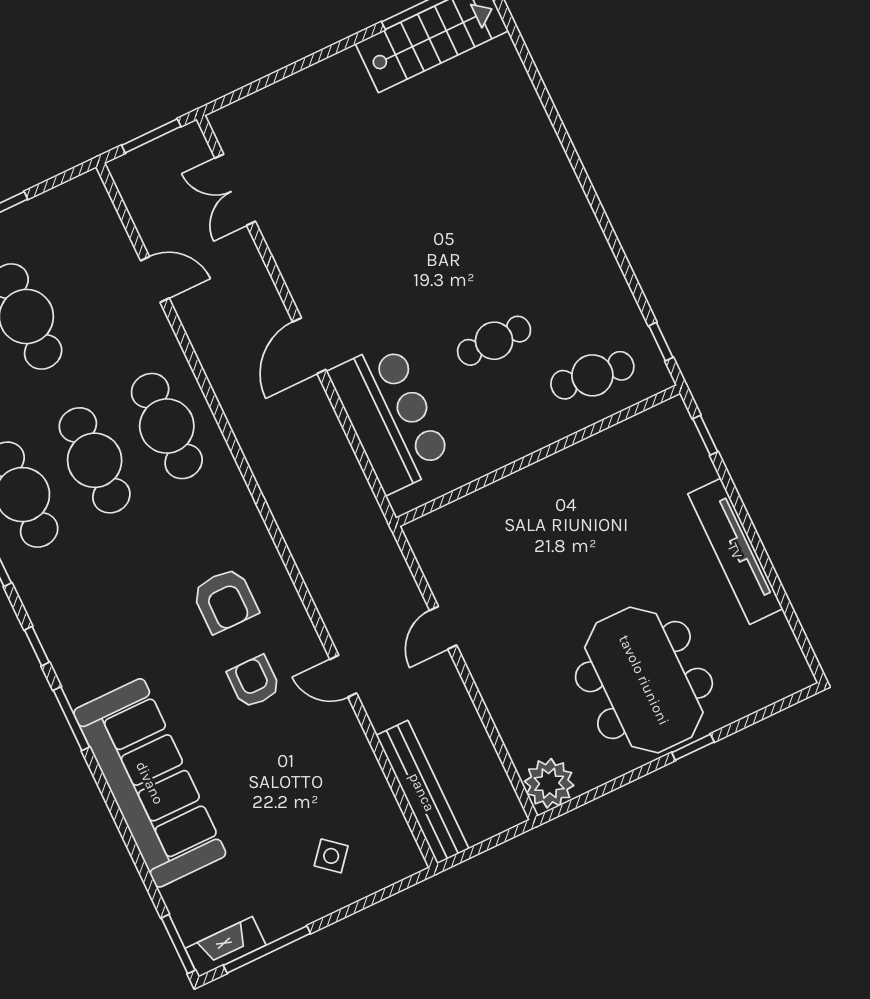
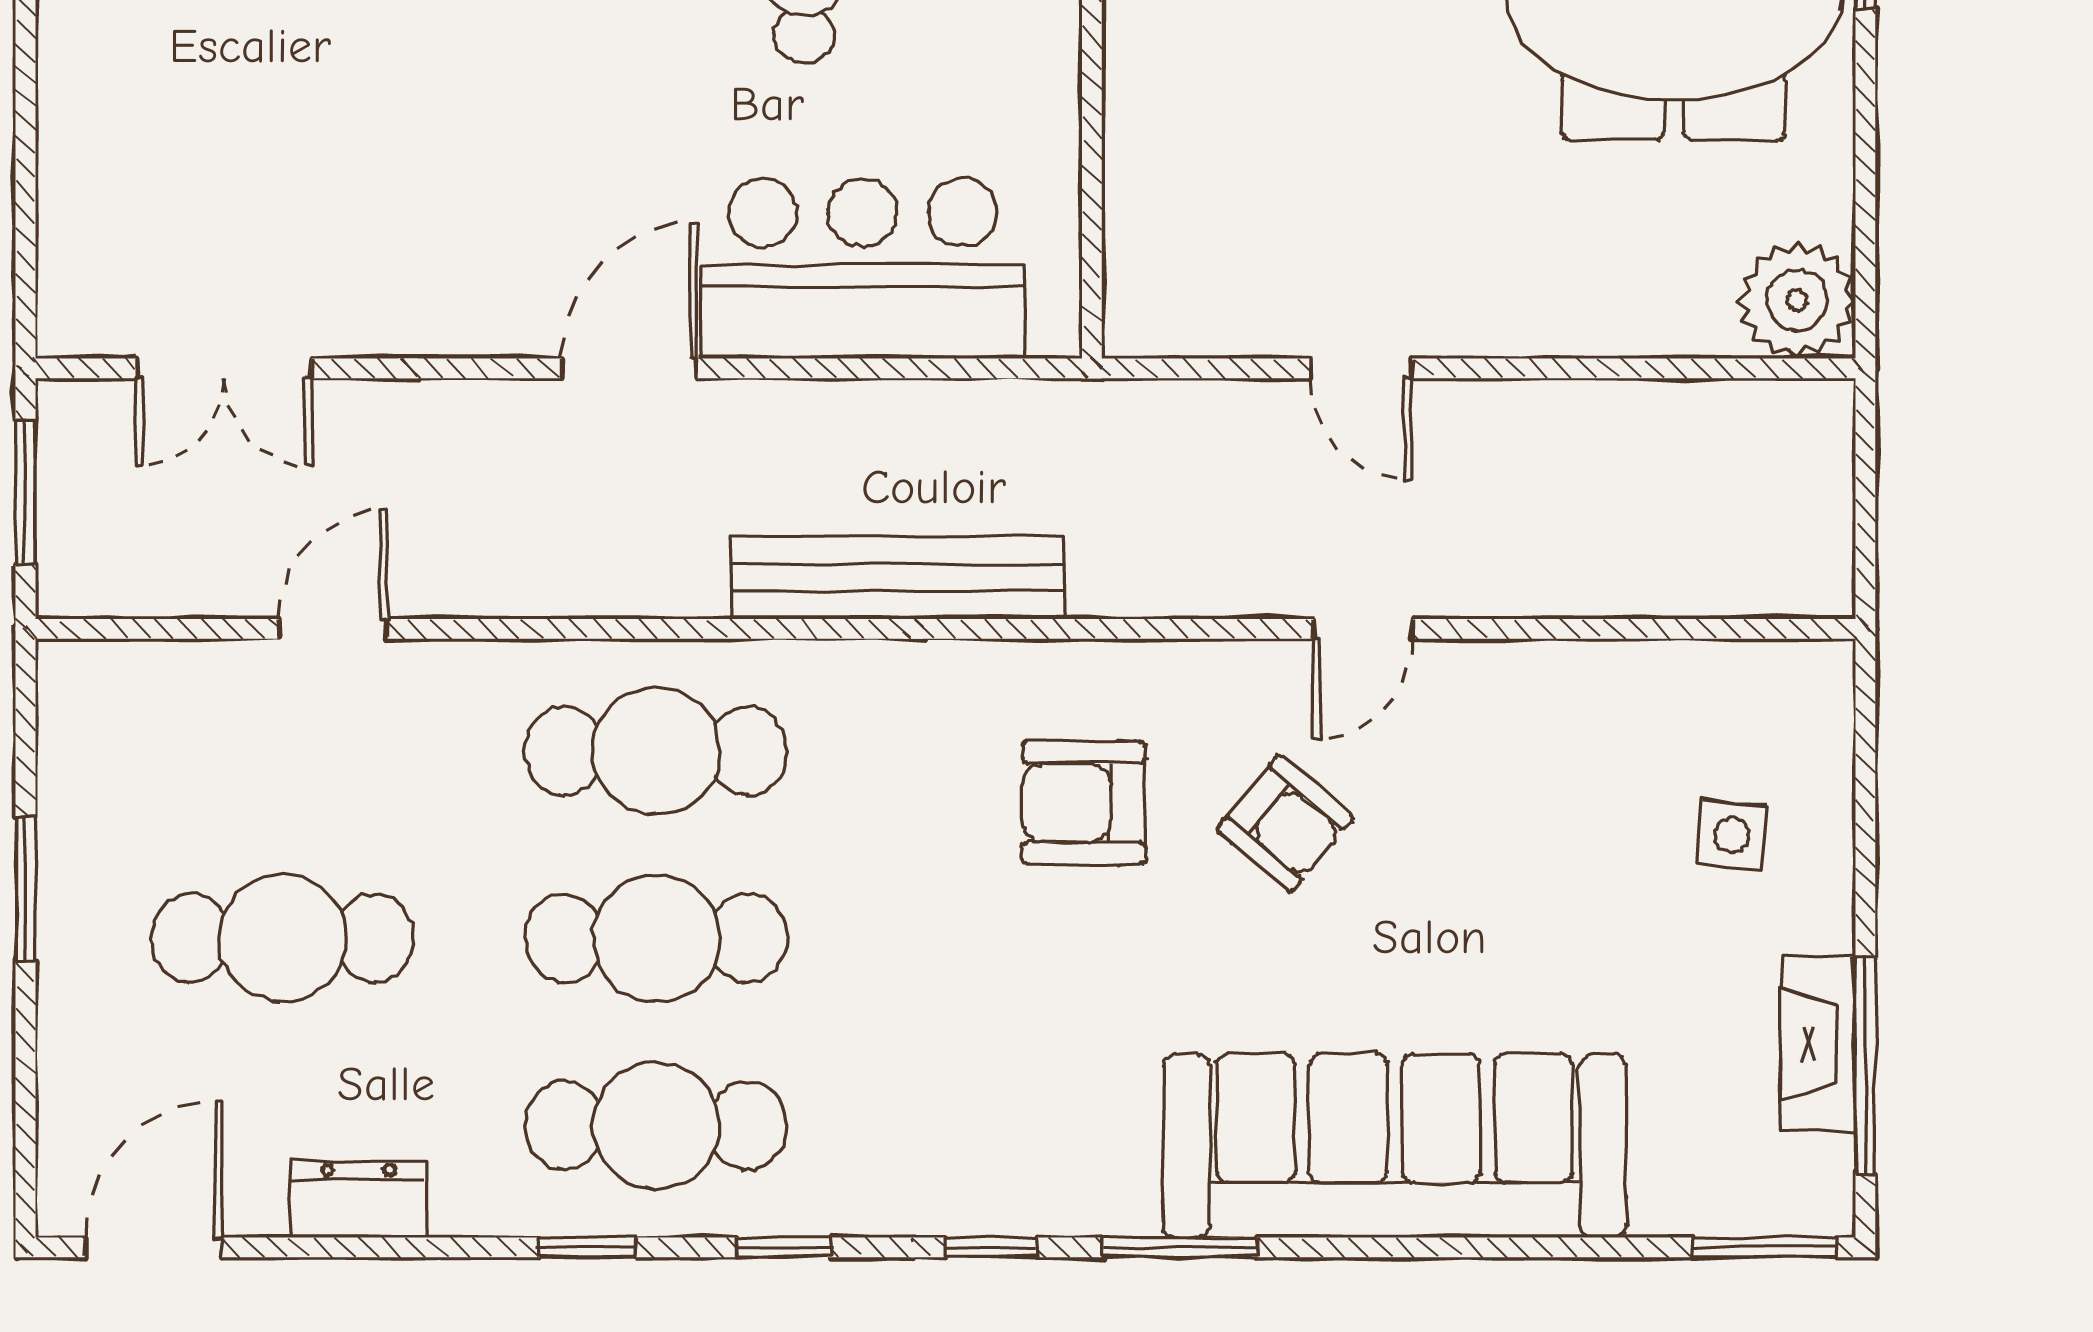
door: (309, 346) -> (629, 368), swing flipped
armchair: (225, 600) -> (1084, 803), turned 180
armchair: (254, 682) -> (1285, 823), turned -140
bench: (422, 792) -> (898, 577), moved
side table: (331, 856) -> (1732, 835), turned -34
fireplace: (226, 947) -> (1818, 1044), moved

